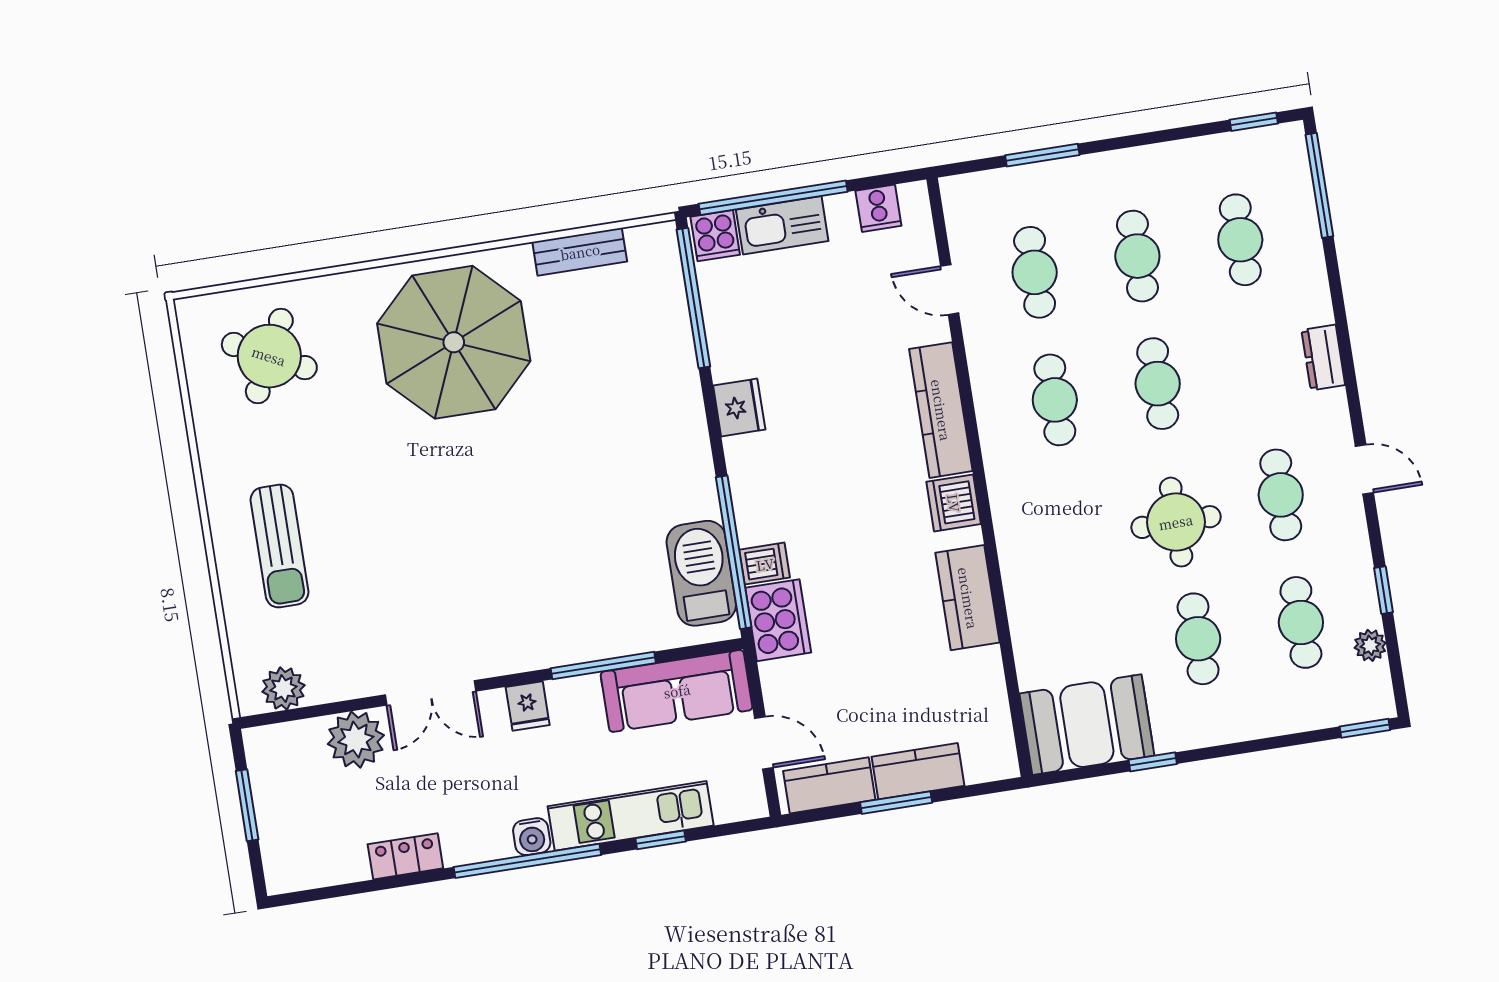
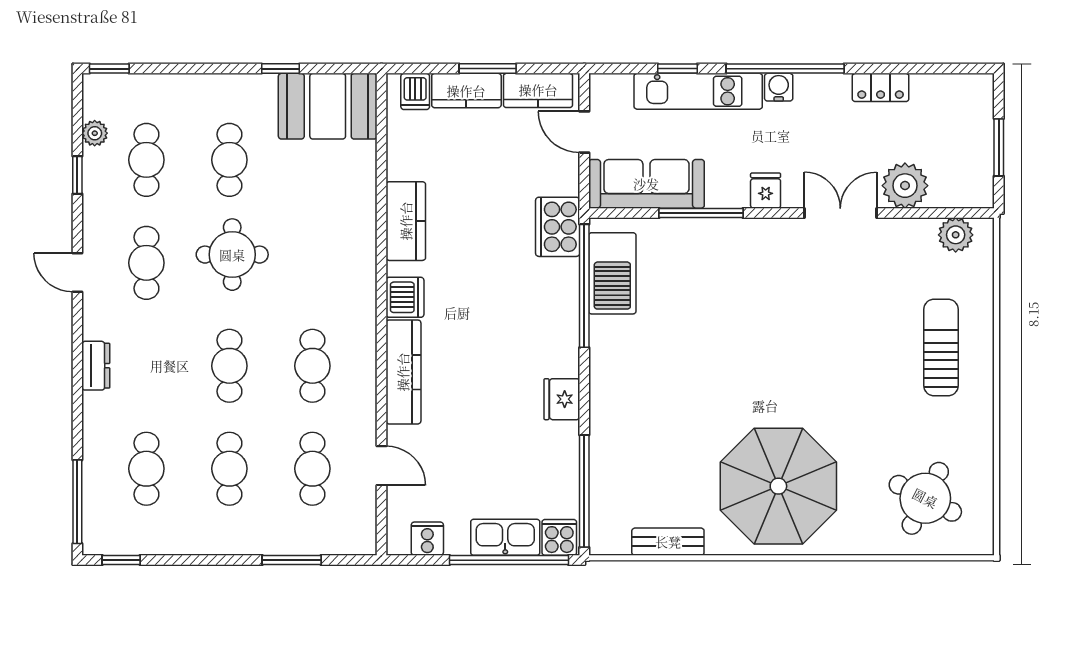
dishwasher: (765, 564) -> (415, 91), moved, turned -90

